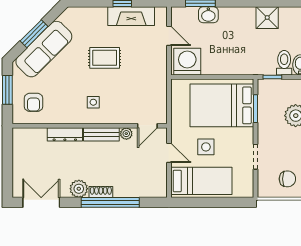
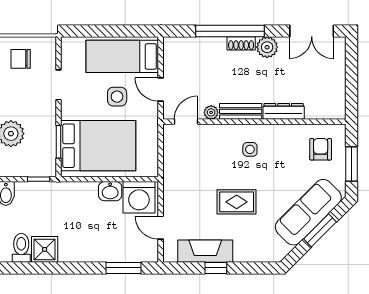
washbasin: (208, 15) -> (110, 191), moved, turned 180
toilet: (284, 63) -> (21, 248), moved, turned 180

